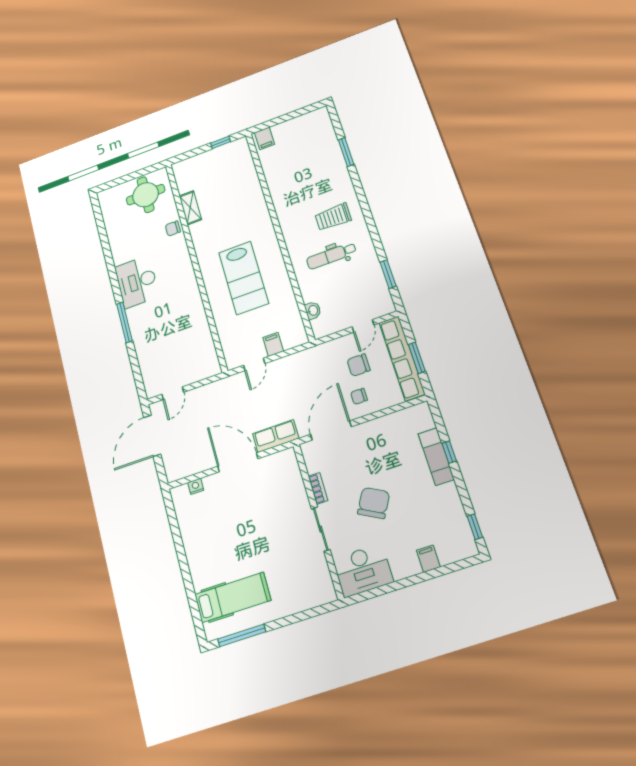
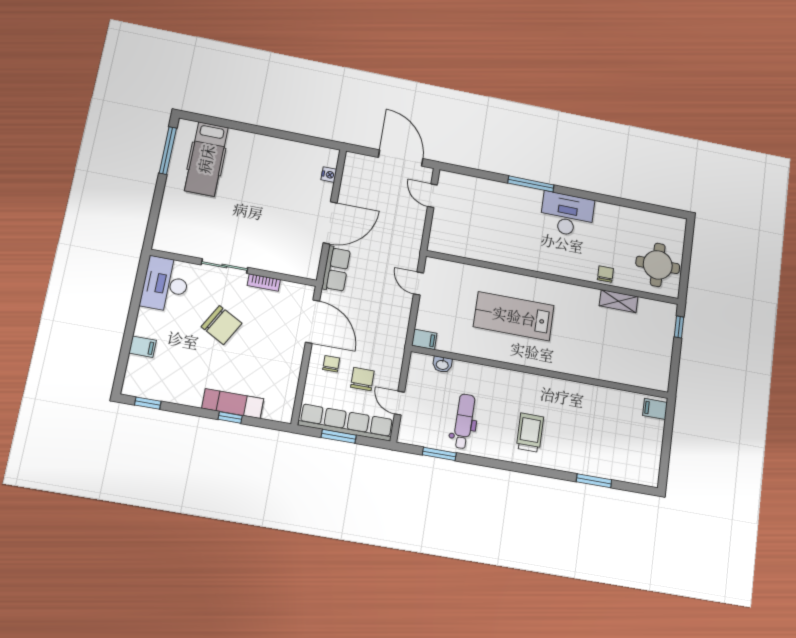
window: (221, 142) -> (679, 327), moved
dental chair: (331, 256) -> (464, 421), moved
filing cabinet: (273, 344) -> (424, 339), moved

